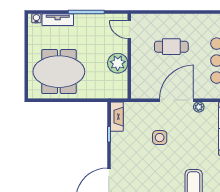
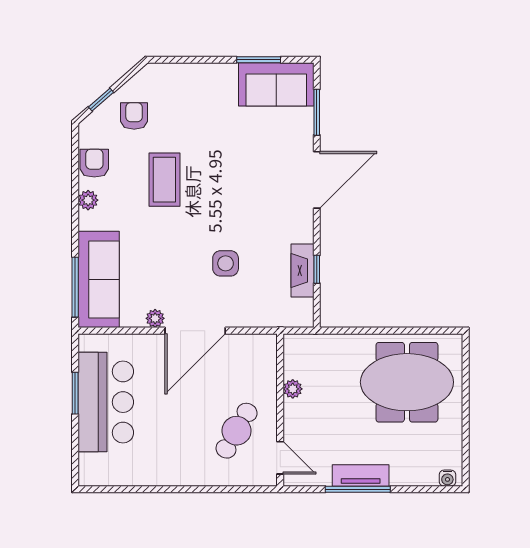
tv unit: (58, 20) -> (361, 476), moved
cafe table: (171, 47) -> (237, 431), moved, turned -60
plant: (118, 63) -> (293, 389), width x0.53, depth x0.53
fireplace: (117, 117) -> (302, 271), moved

